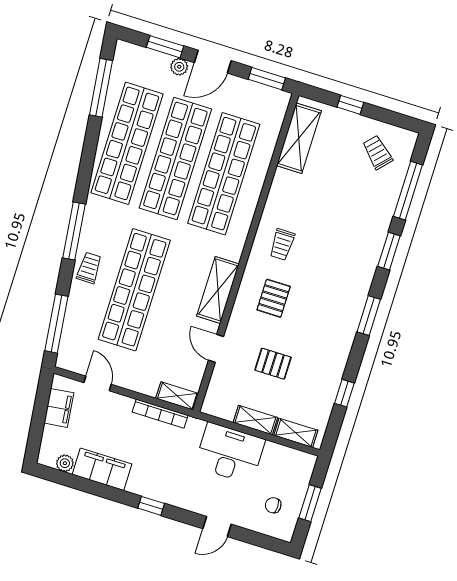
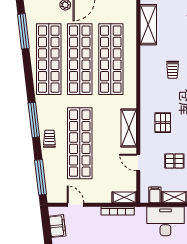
trolley: (282, 244) -> (173, 70), moved
filing cabinet: (226, 407) -> (155, 195), added

